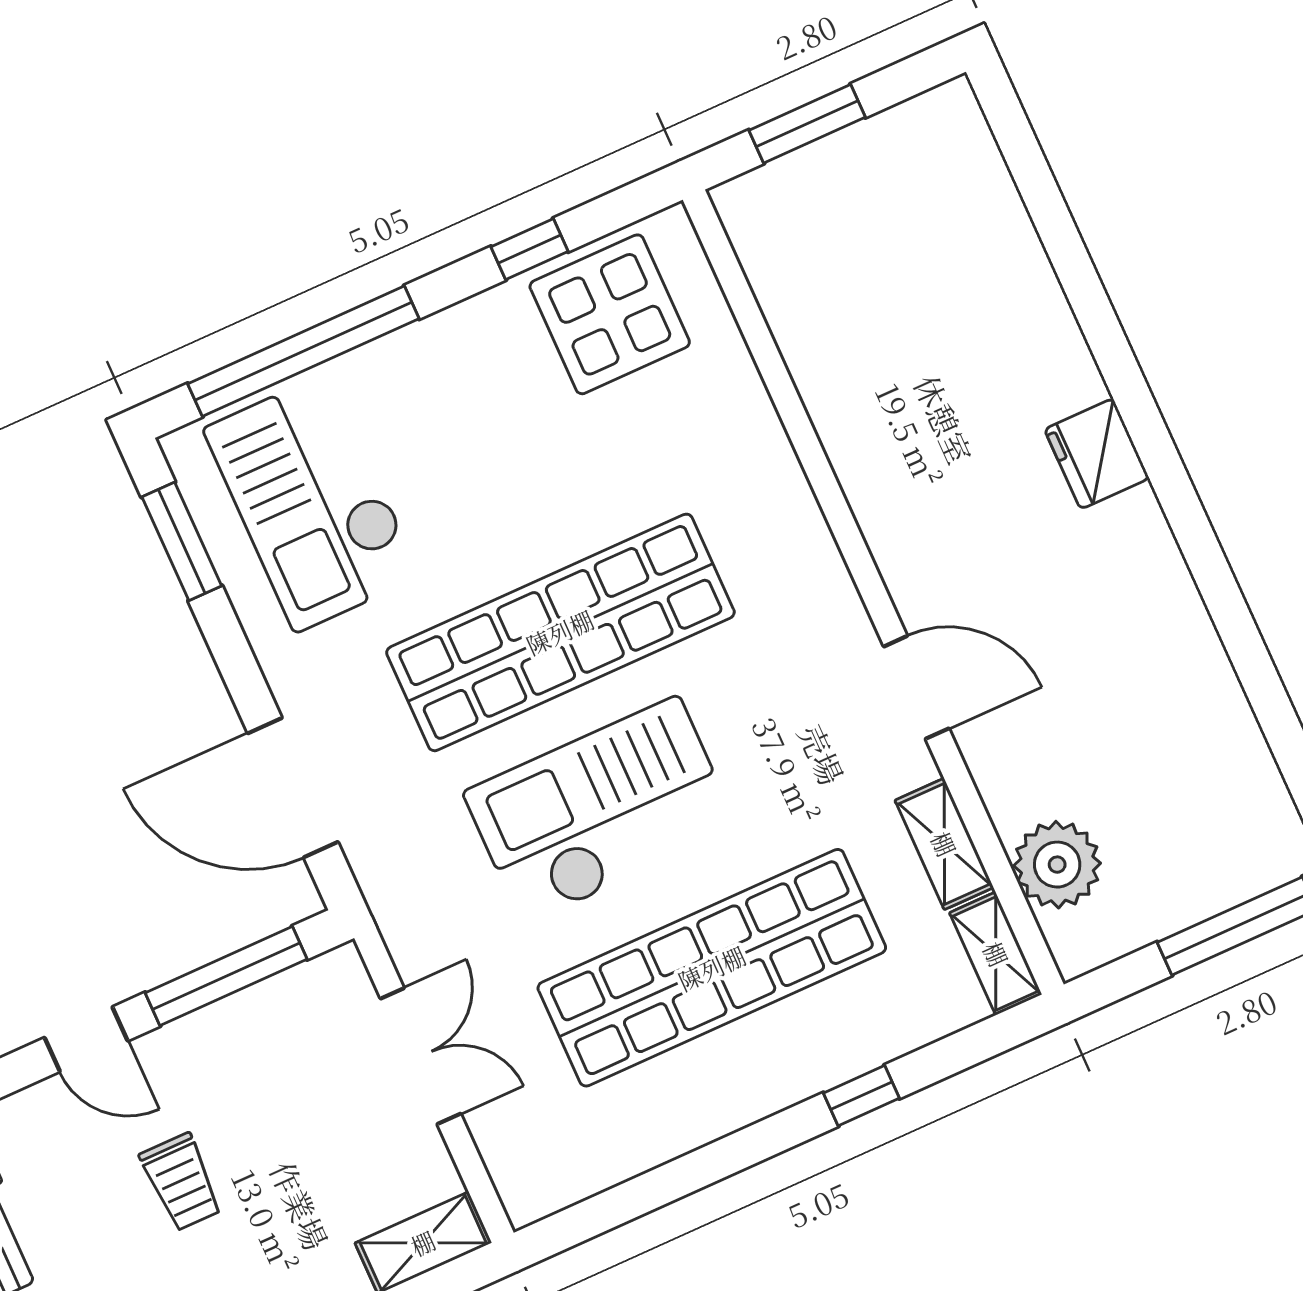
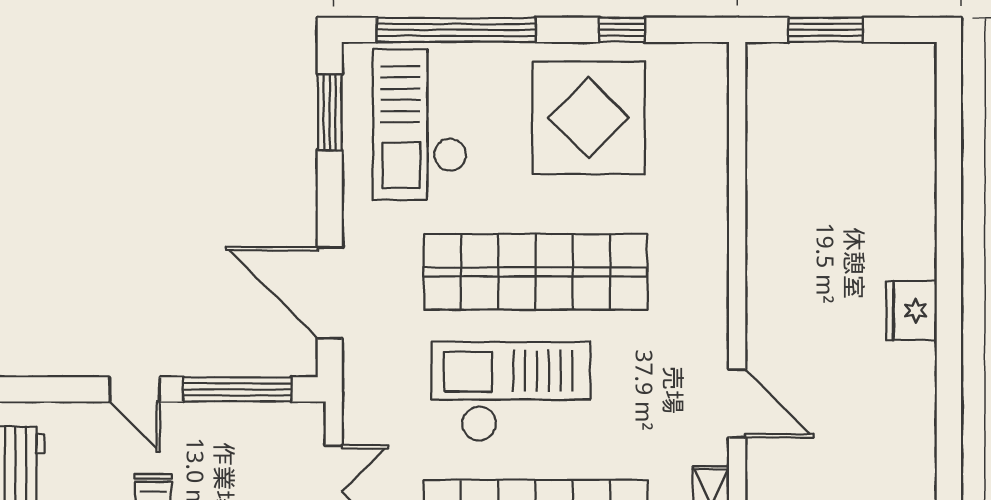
display table: (610, 314) -> (589, 118), moved, width x1.36, depth x1.36

